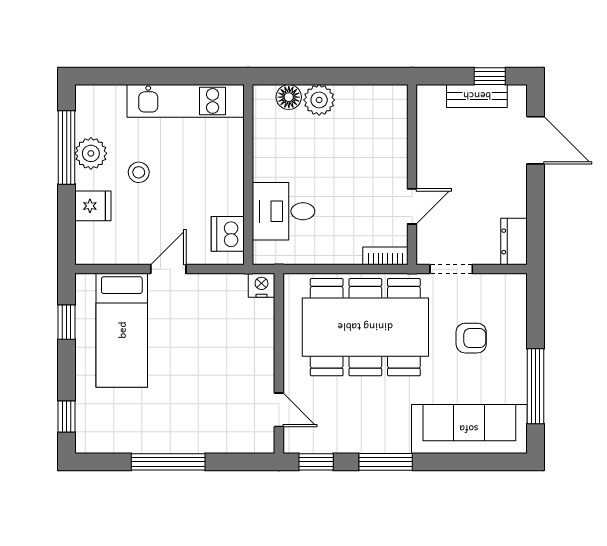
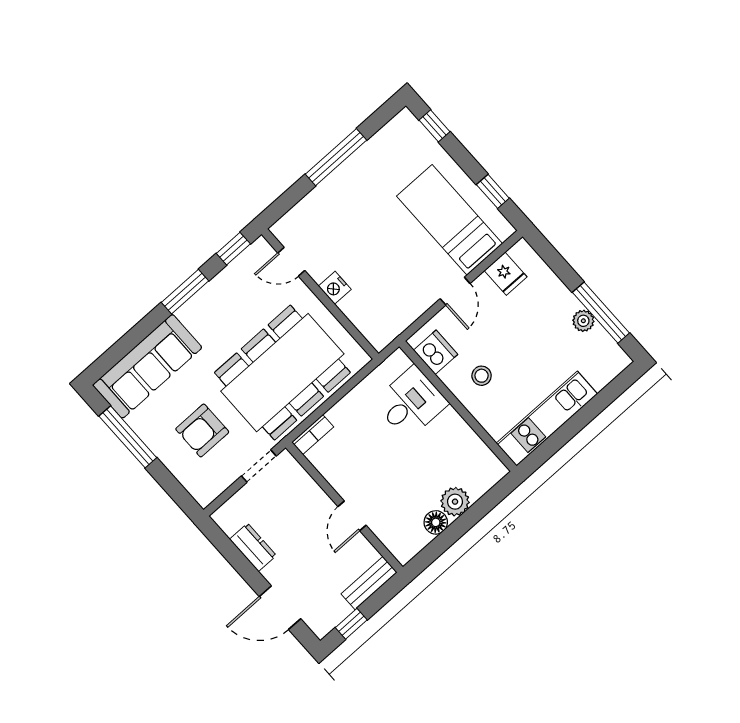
bench: (477, 96) -> (369, 583), moved
floor lamp: (289, 97) -> (436, 522), moved
plant: (91, 153) -> (583, 321), width x0.73, depth x0.73
stool: (139, 172) -> (482, 376), moved
fridge: (93, 206) -> (506, 274), moved, turned -90
door: (412, 206) -> (352, 516), moved
dresser: (514, 241) -> (253, 547), moved
nightstand: (261, 285) -> (335, 288), moved, turned 90
armchair: (471, 338) -> (202, 430), width x1.38, depth x1.38

